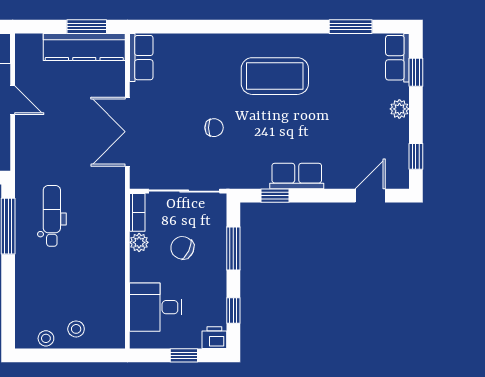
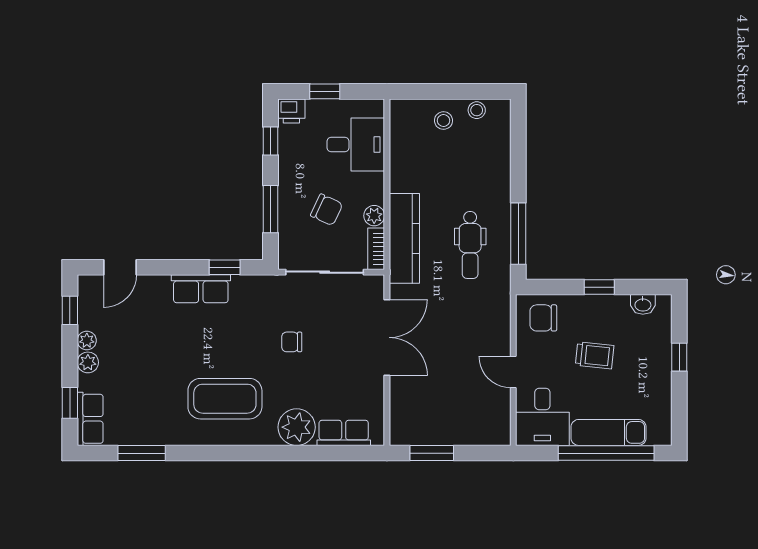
kitchen counter: (84, 47) -> (404, 238), moved, turned 90
plant: (210, 50) -> (297, 427), added
row of seats: (141, 58) -> (344, 433), moved, turned 90
plant: (400, 129) -> (87, 341), added

